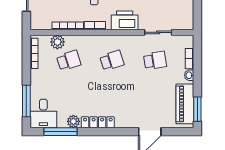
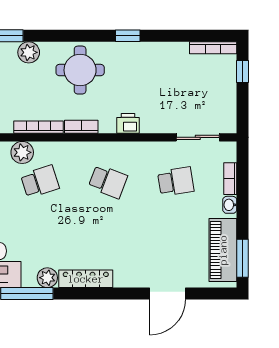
printer: (125, 20) -> (128, 123), width x0.53, depth x0.68
sliding door: (158, 32) -> (198, 137), moved
school desk: (112, 60) -> (108, 182), turned 39

